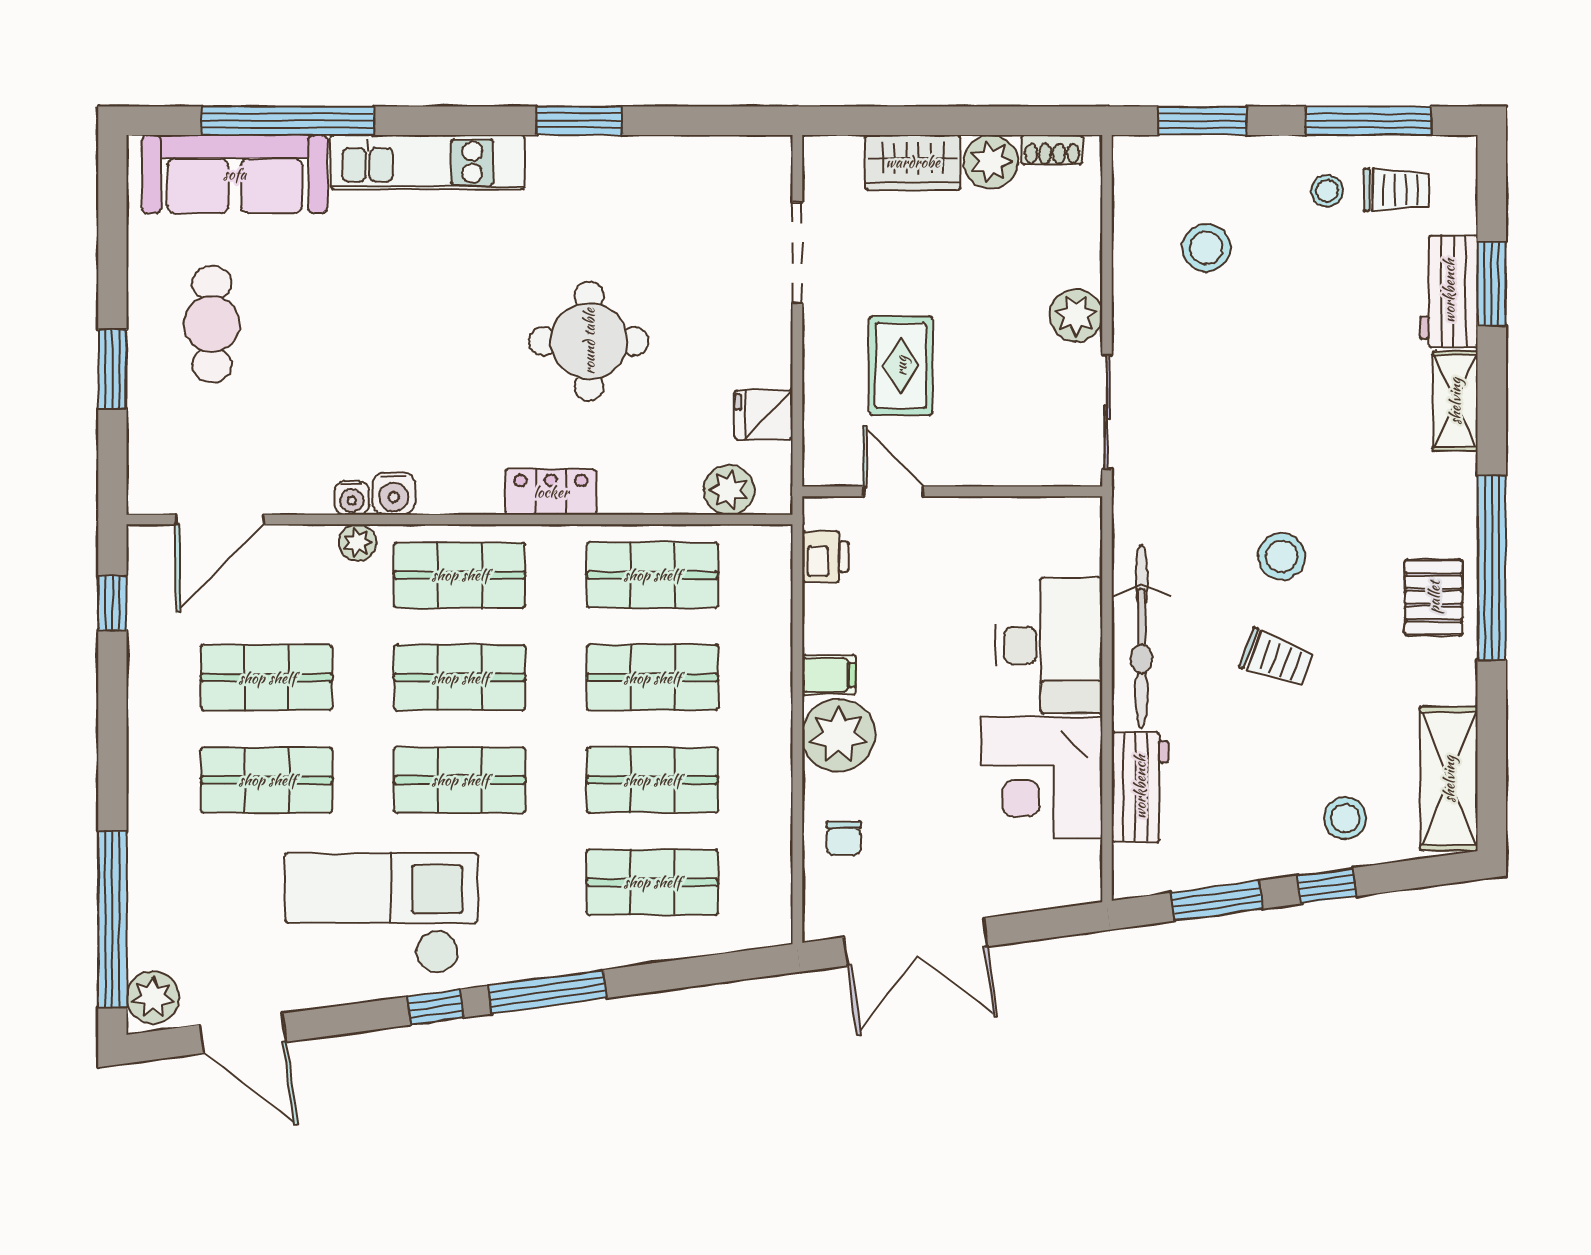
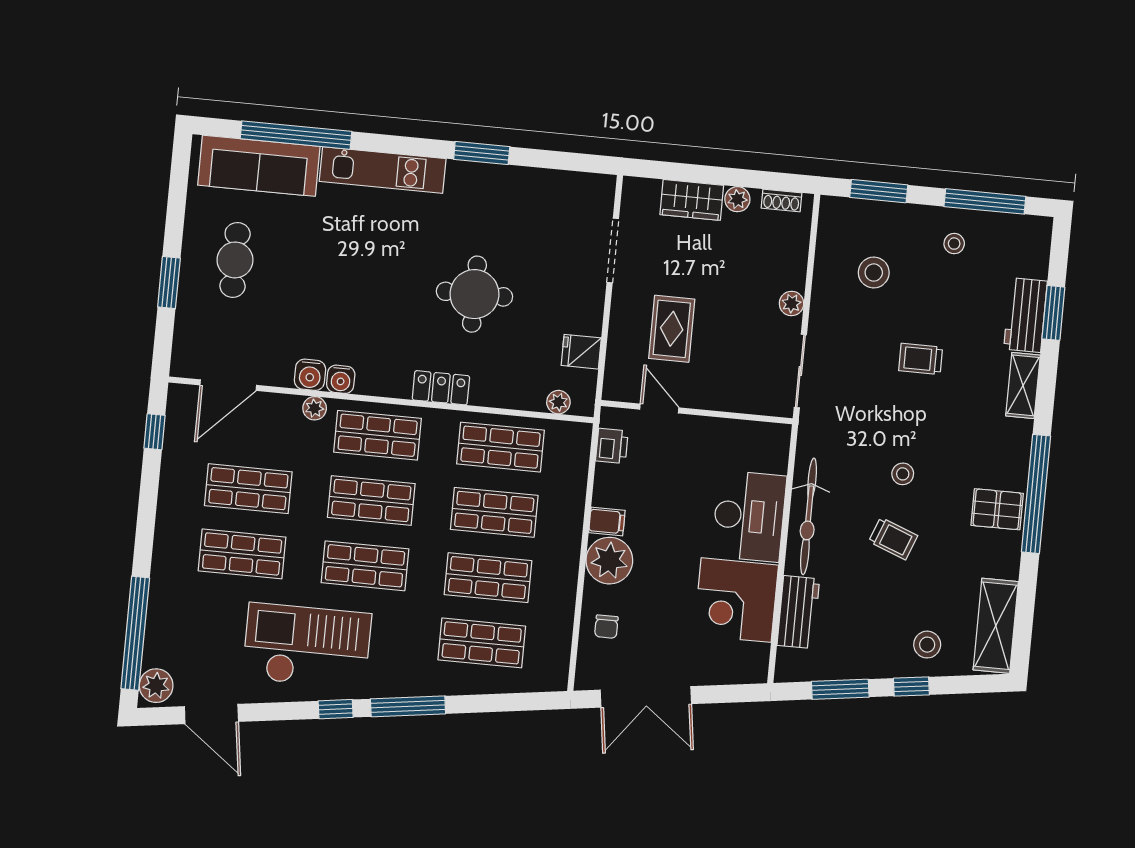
plant: (991, 162) -> (737, 199), width x0.73, depth x0.73
trolley: (1396, 190) -> (921, 359), moved, turned 180
plant: (1076, 316) -> (791, 303), width x0.73, depth x0.73
plant: (729, 490) -> (558, 402), width x0.73, depth x0.73
water cooler: (352, 498) -> (310, 375), width x1.38, depth x1.38
stool: (1282, 557) -> (903, 474), width x0.73, depth x0.73
pallet: (1434, 597) -> (997, 509), turned 90

